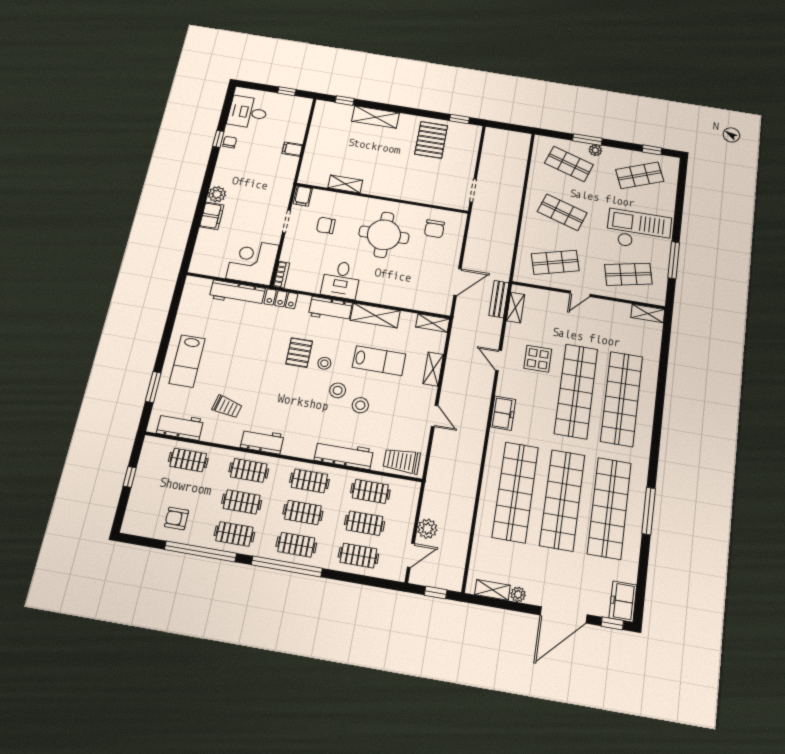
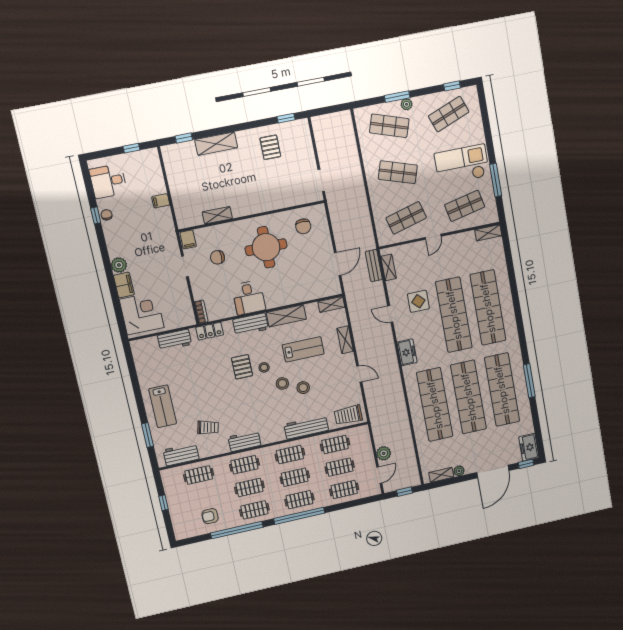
pallet: (431, 140) -> (270, 147), width x0.67, depth x0.71
corner desk: (253, 262) -> (142, 313), moved, turned 90
workbench: (237, 293) -> (174, 340), width x0.73

